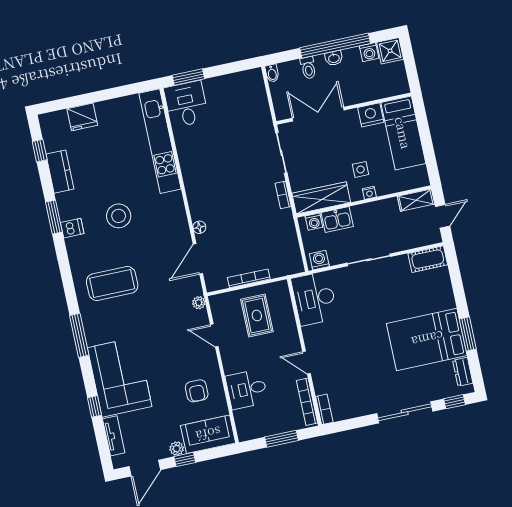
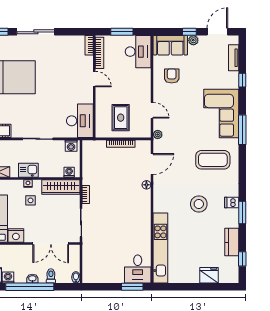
kitchen sink: (337, 220) -> (28, 170), moved
corner sofa: (120, 377) -> (221, 114), moved
desk: (247, 389) -> (138, 52), moved, width x1.37

